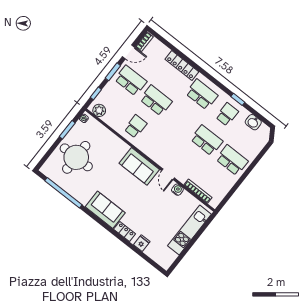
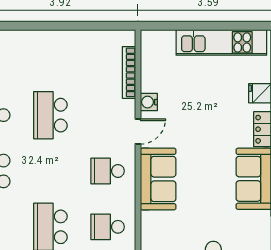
school desk: (232, 160) -> (108, 171), moved, width x0.54
kitchen unit: (189, 230) -> (221, 42), moved

